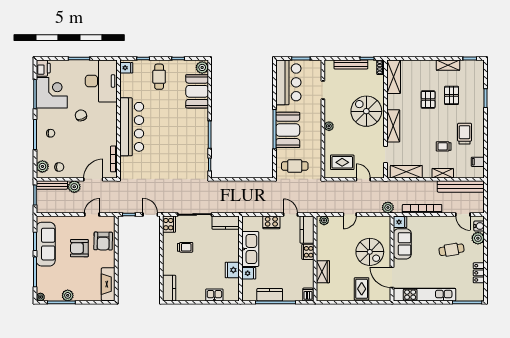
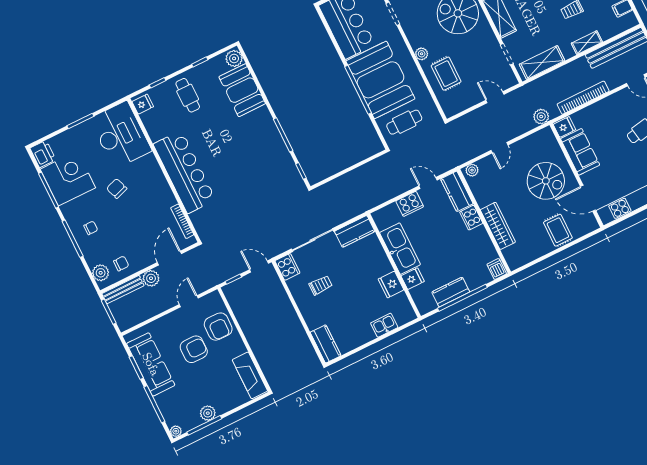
booth: (288, 130) -> (380, 80), width x1.36, depth x1.42
rug: (342, 162) -> (446, 74), moved, turned 90
armchair: (79, 248) -> (194, 349), turned 180
wardrobe: (323, 272) -> (498, 226), width x1.50

